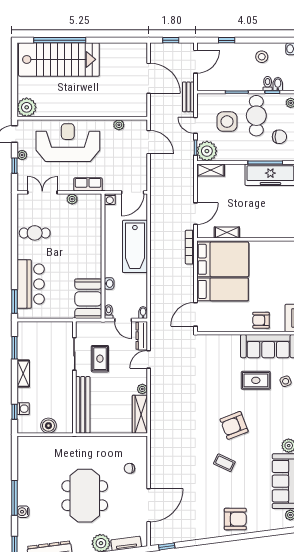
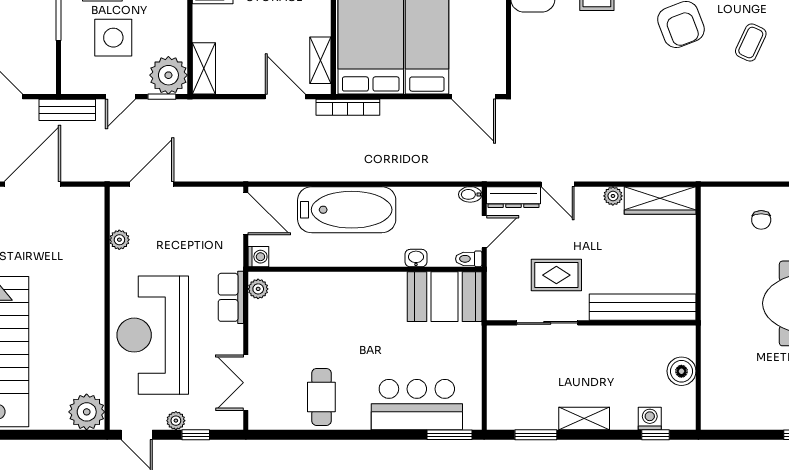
plant: (72, 199) -> (258, 289), moved
shelving: (227, 232) -> (320, 60), moved

